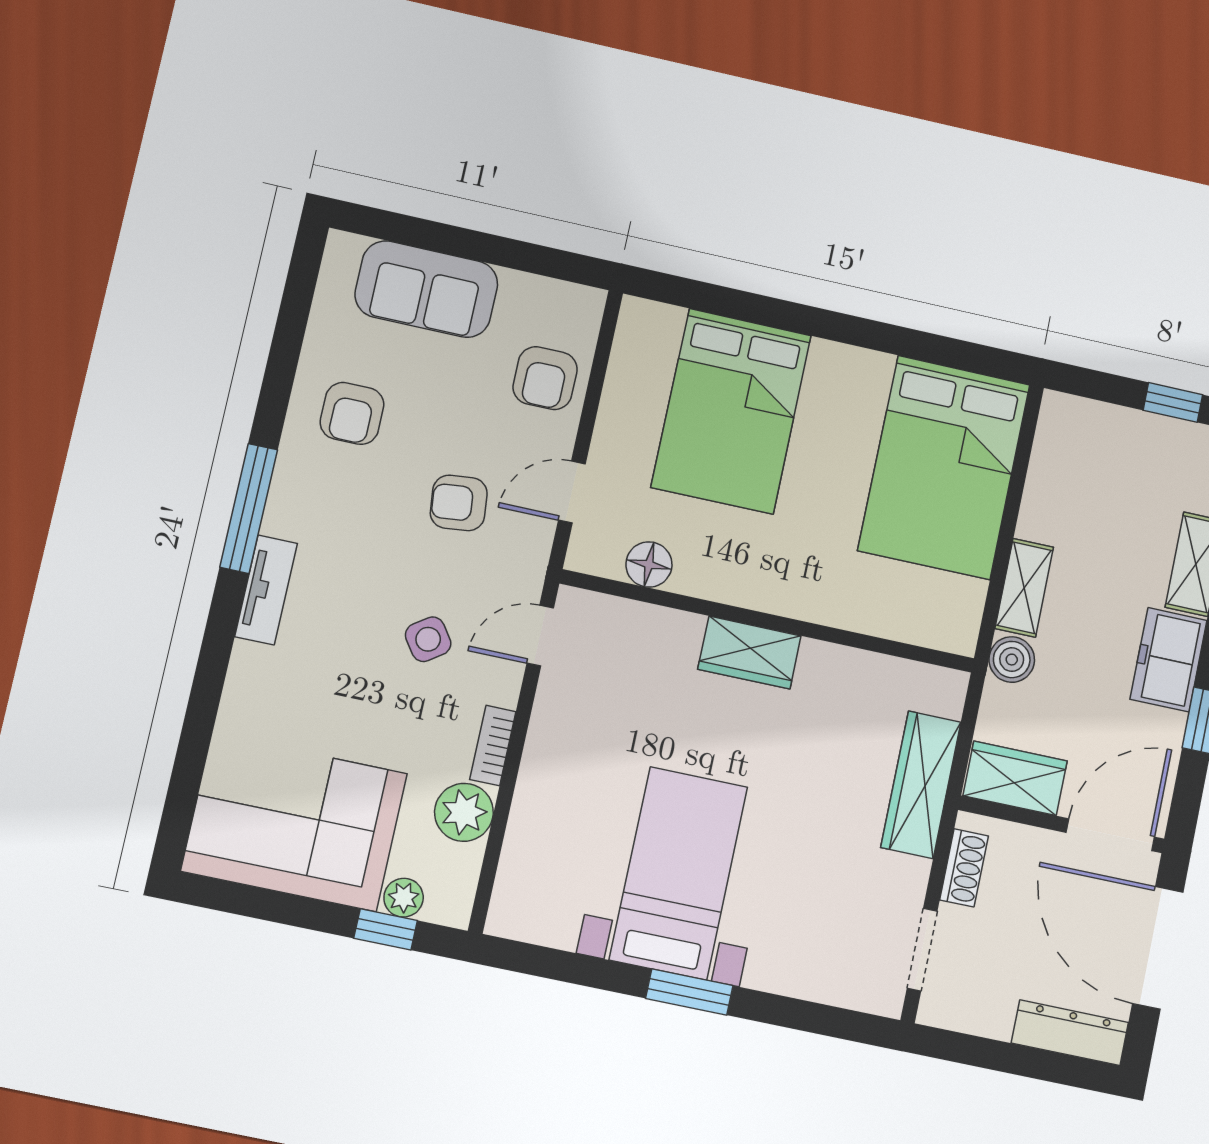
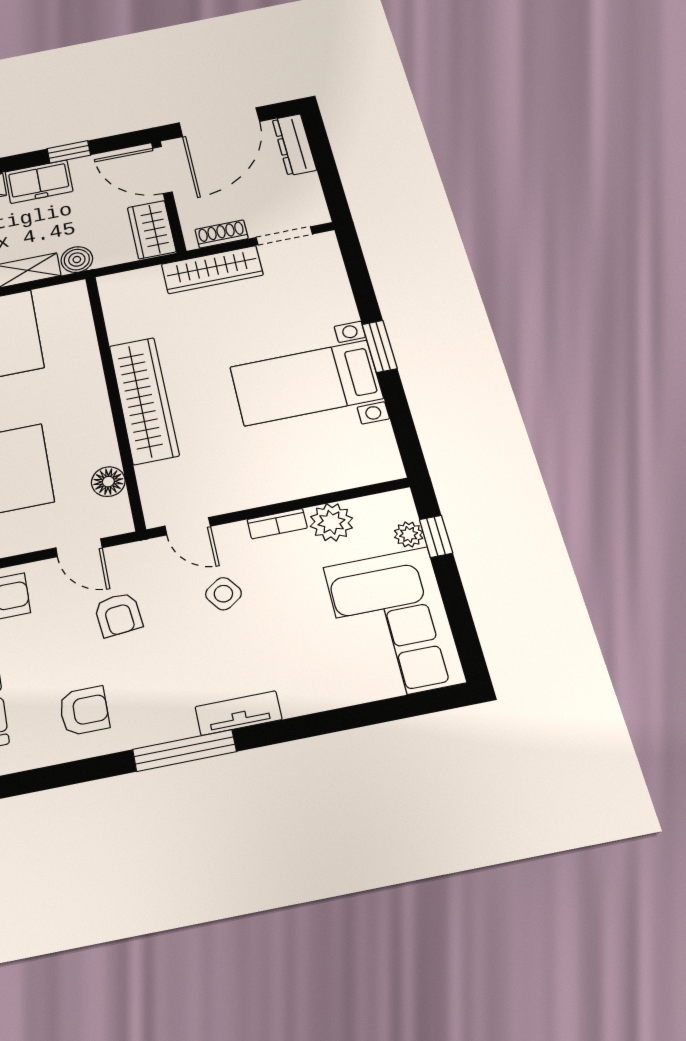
wardrobe: (749, 653) -> (144, 400), width x2.10, depth x1.17
wardrobe: (921, 785) -> (212, 270), moved

